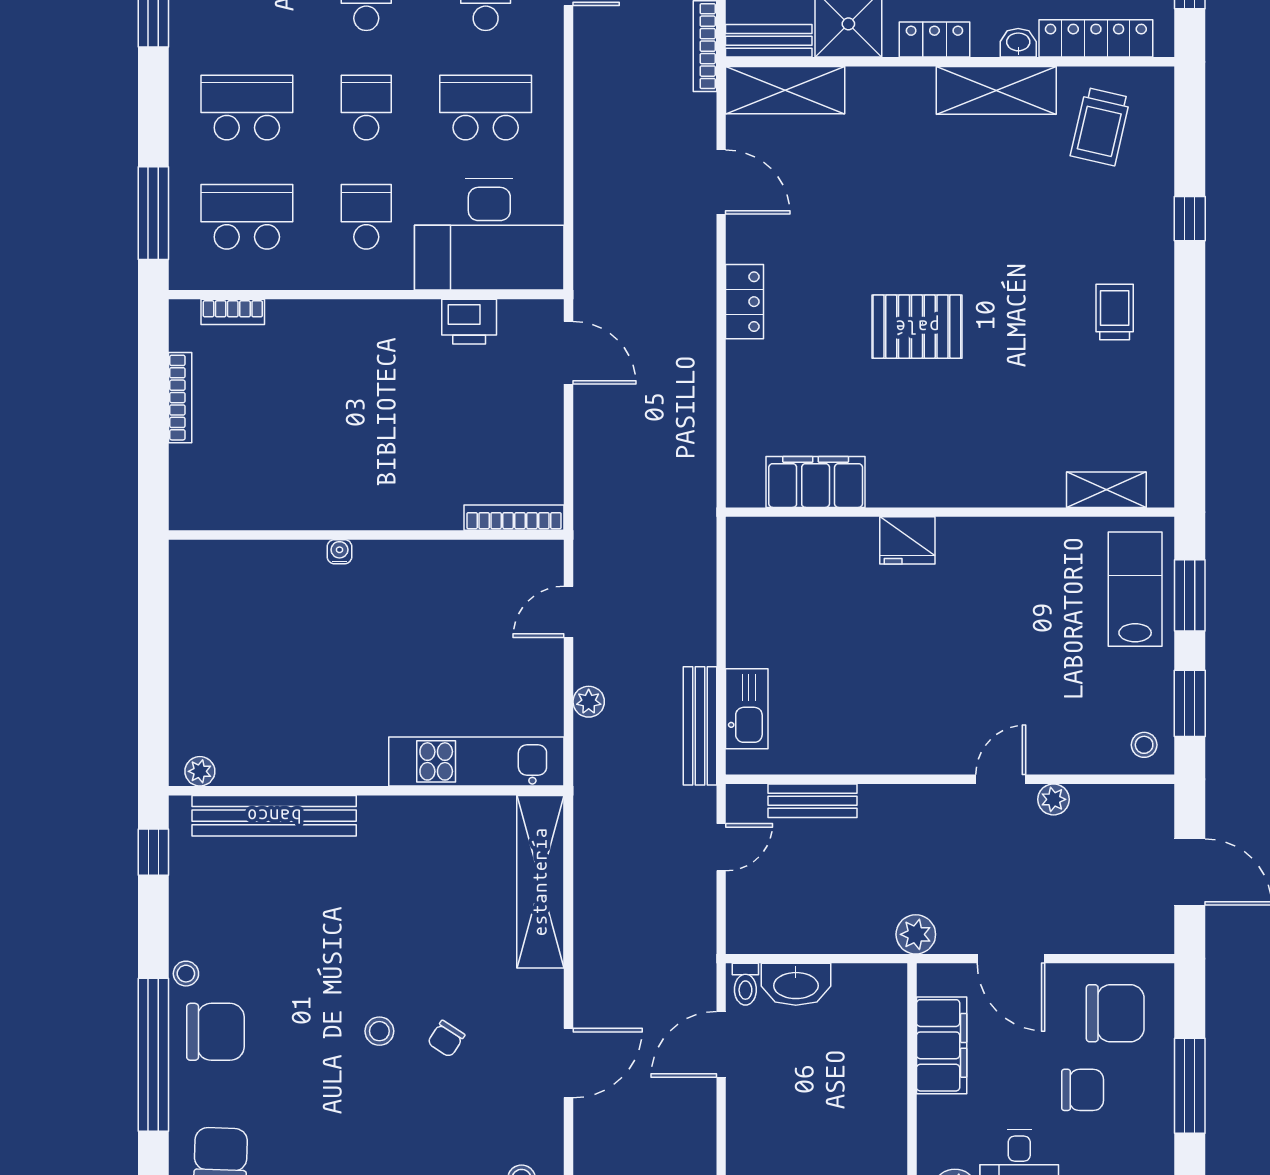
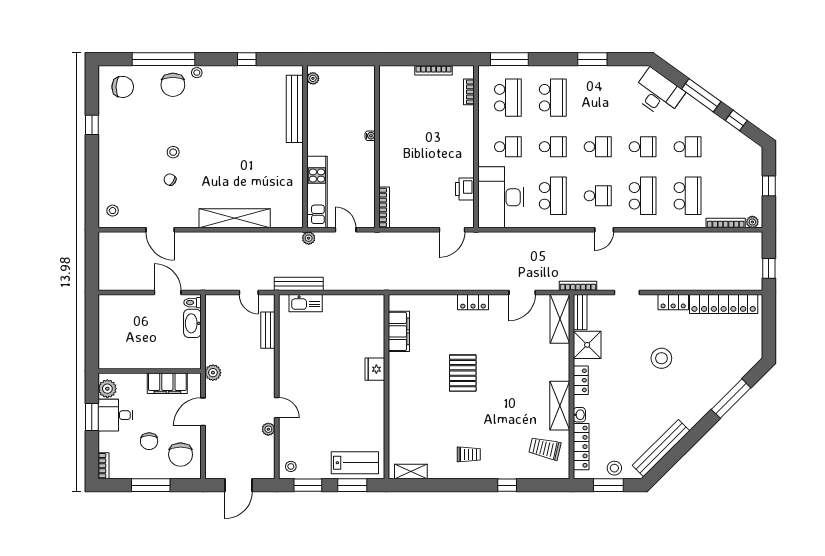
shelving: (1106, 490) -> (411, 472), moved, turned 90
kitchen unit: (476, 761) -> (317, 192), moved
plant: (200, 771) -> (313, 78), moved
wall: (366, 791) -> (305, 147), moved
bench: (274, 816) -> (295, 109), moved

